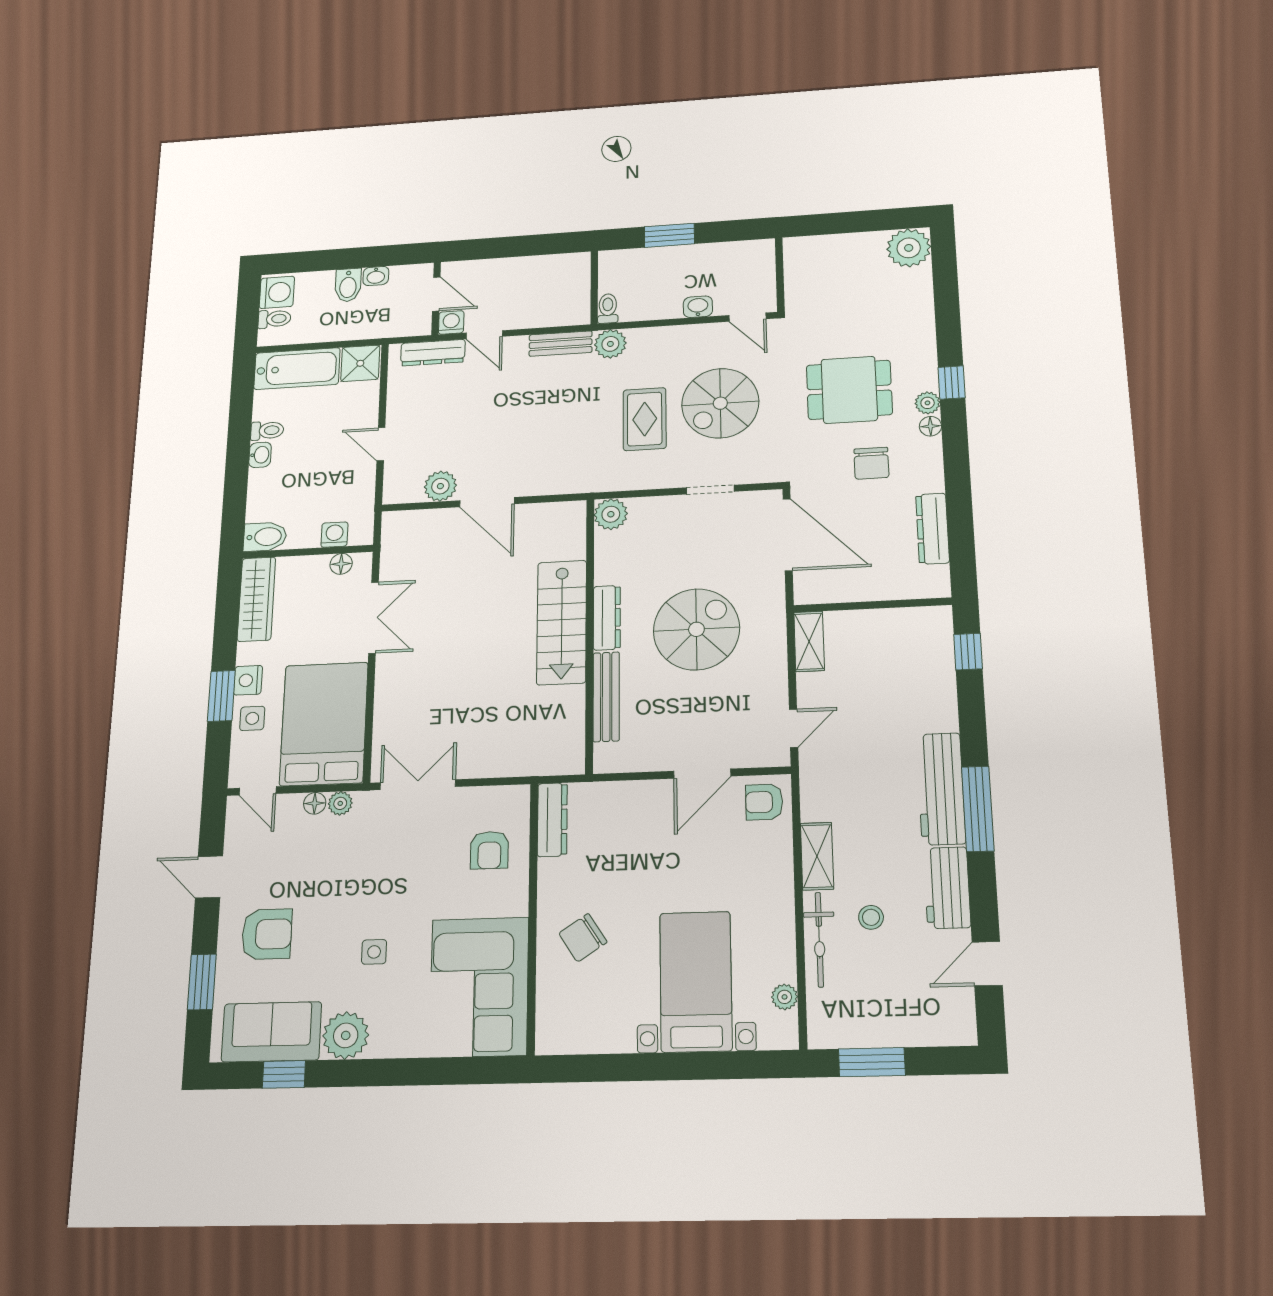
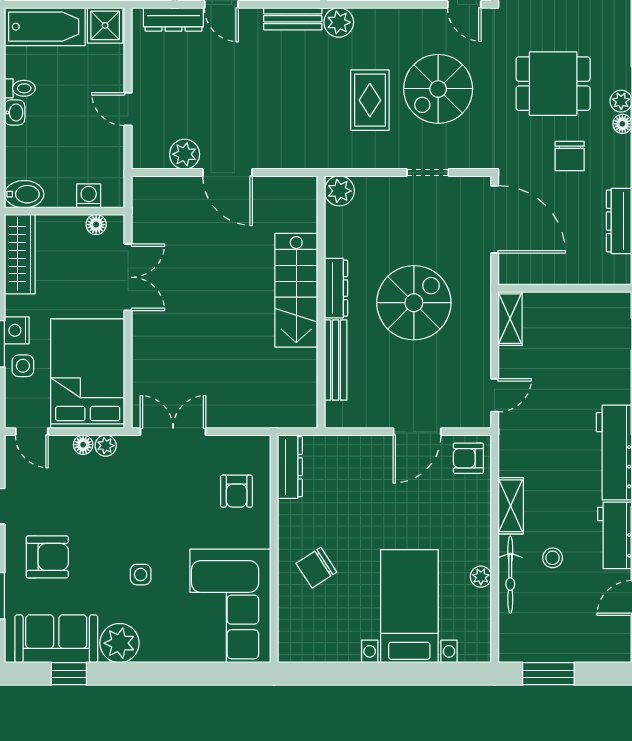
plant: (785, 997) -> (481, 577), moved

